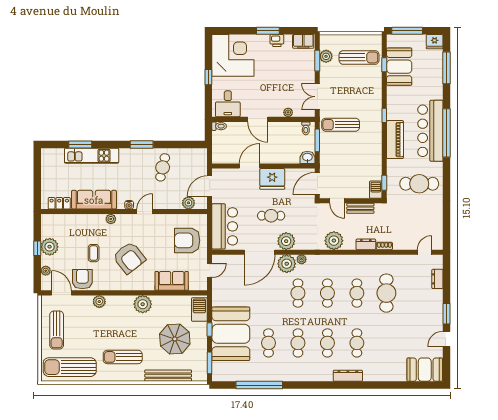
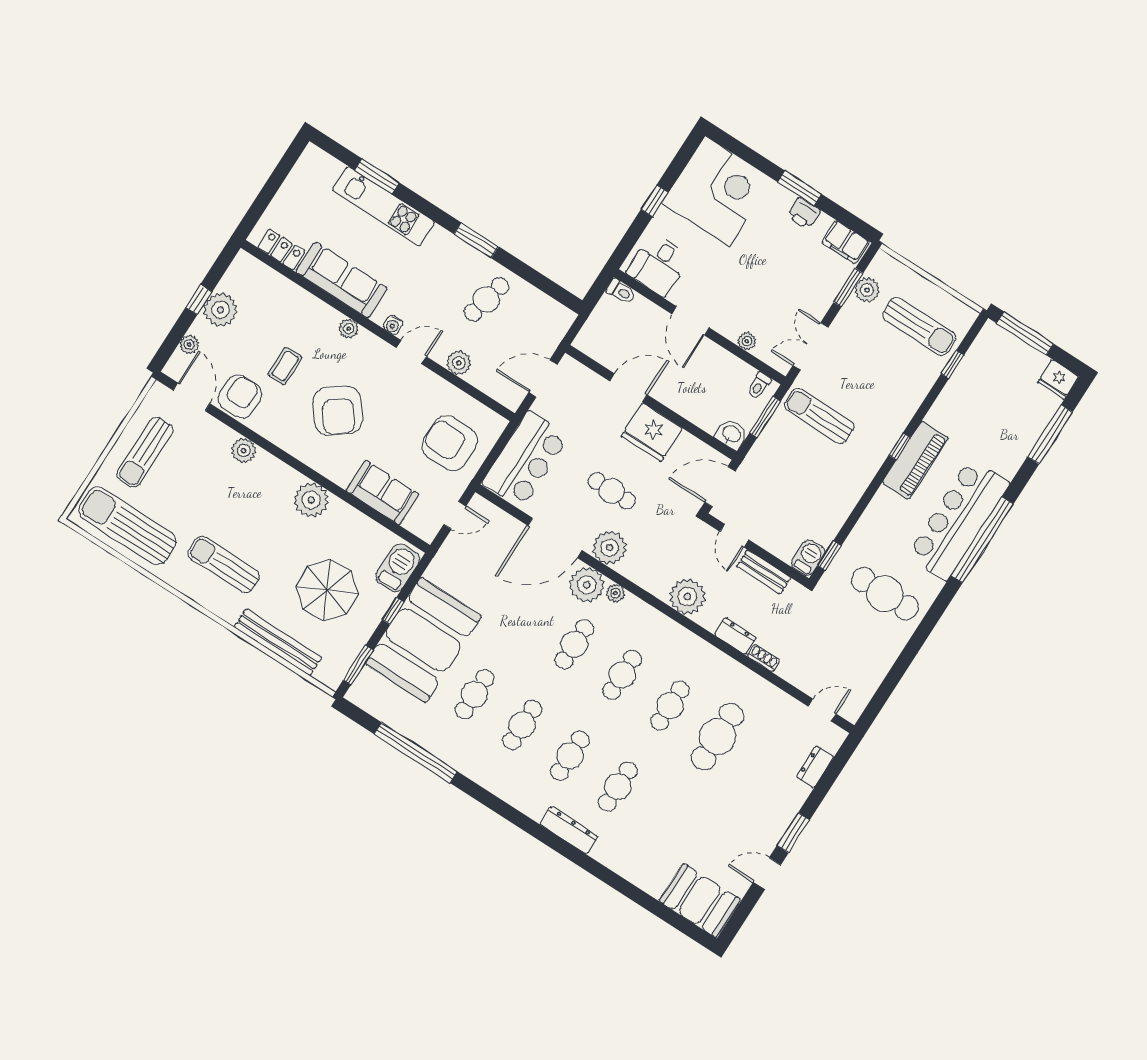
booth: (399, 67) -> (975, 383), removed
piano: (395, 140) -> (915, 460), moved
plant: (188, 203) -> (459, 363), moved

